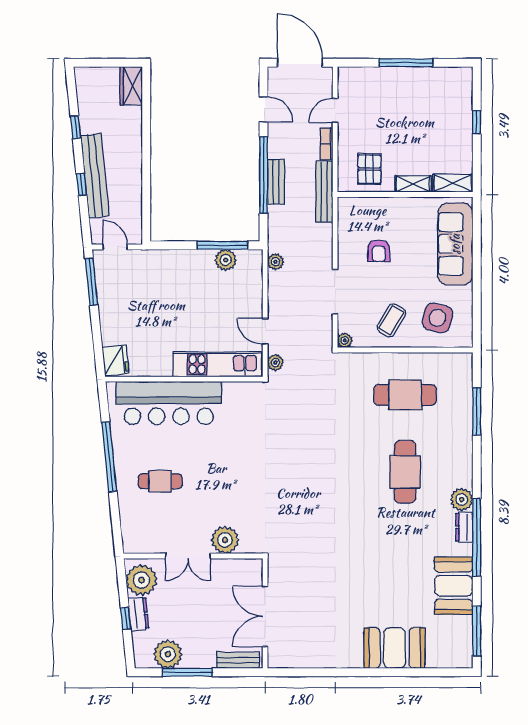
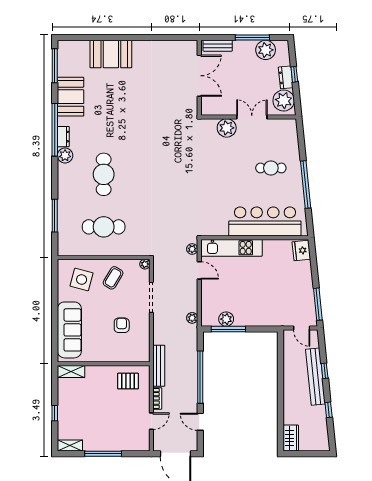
pallet: (369, 169) -> (128, 381), turned 90
bench: (276, 182) -> (192, 372), removed
shelving: (413, 184) -> (70, 446), moved

